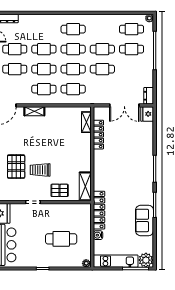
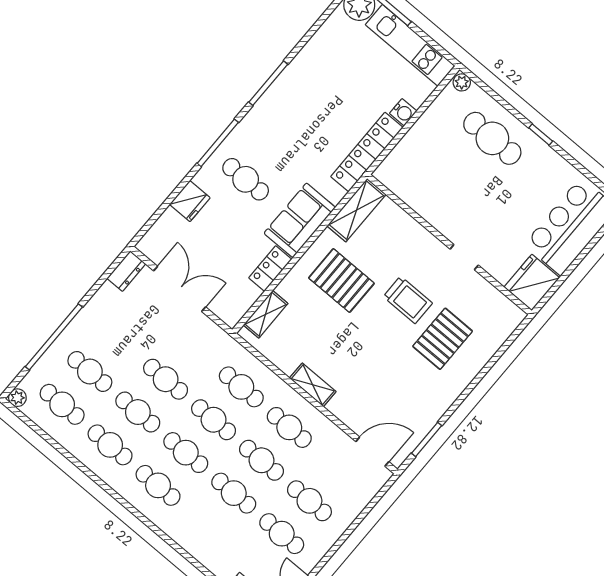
cafe table: (102, 29) -> (110, 445), added
shelving: (34, 111) -> (313, 385), moved
fridge: (147, 114) -> (190, 201), moved
locker: (98, 135) -> (270, 269), width x0.66
cafe table: (134, 164) -> (246, 179), added
pallet: (60, 190) -> (341, 281), moved, width x1.50, depth x1.42
sofa: (145, 220) -> (300, 220), moved, turned 180
cafe table: (61, 239) -> (492, 138), moved

